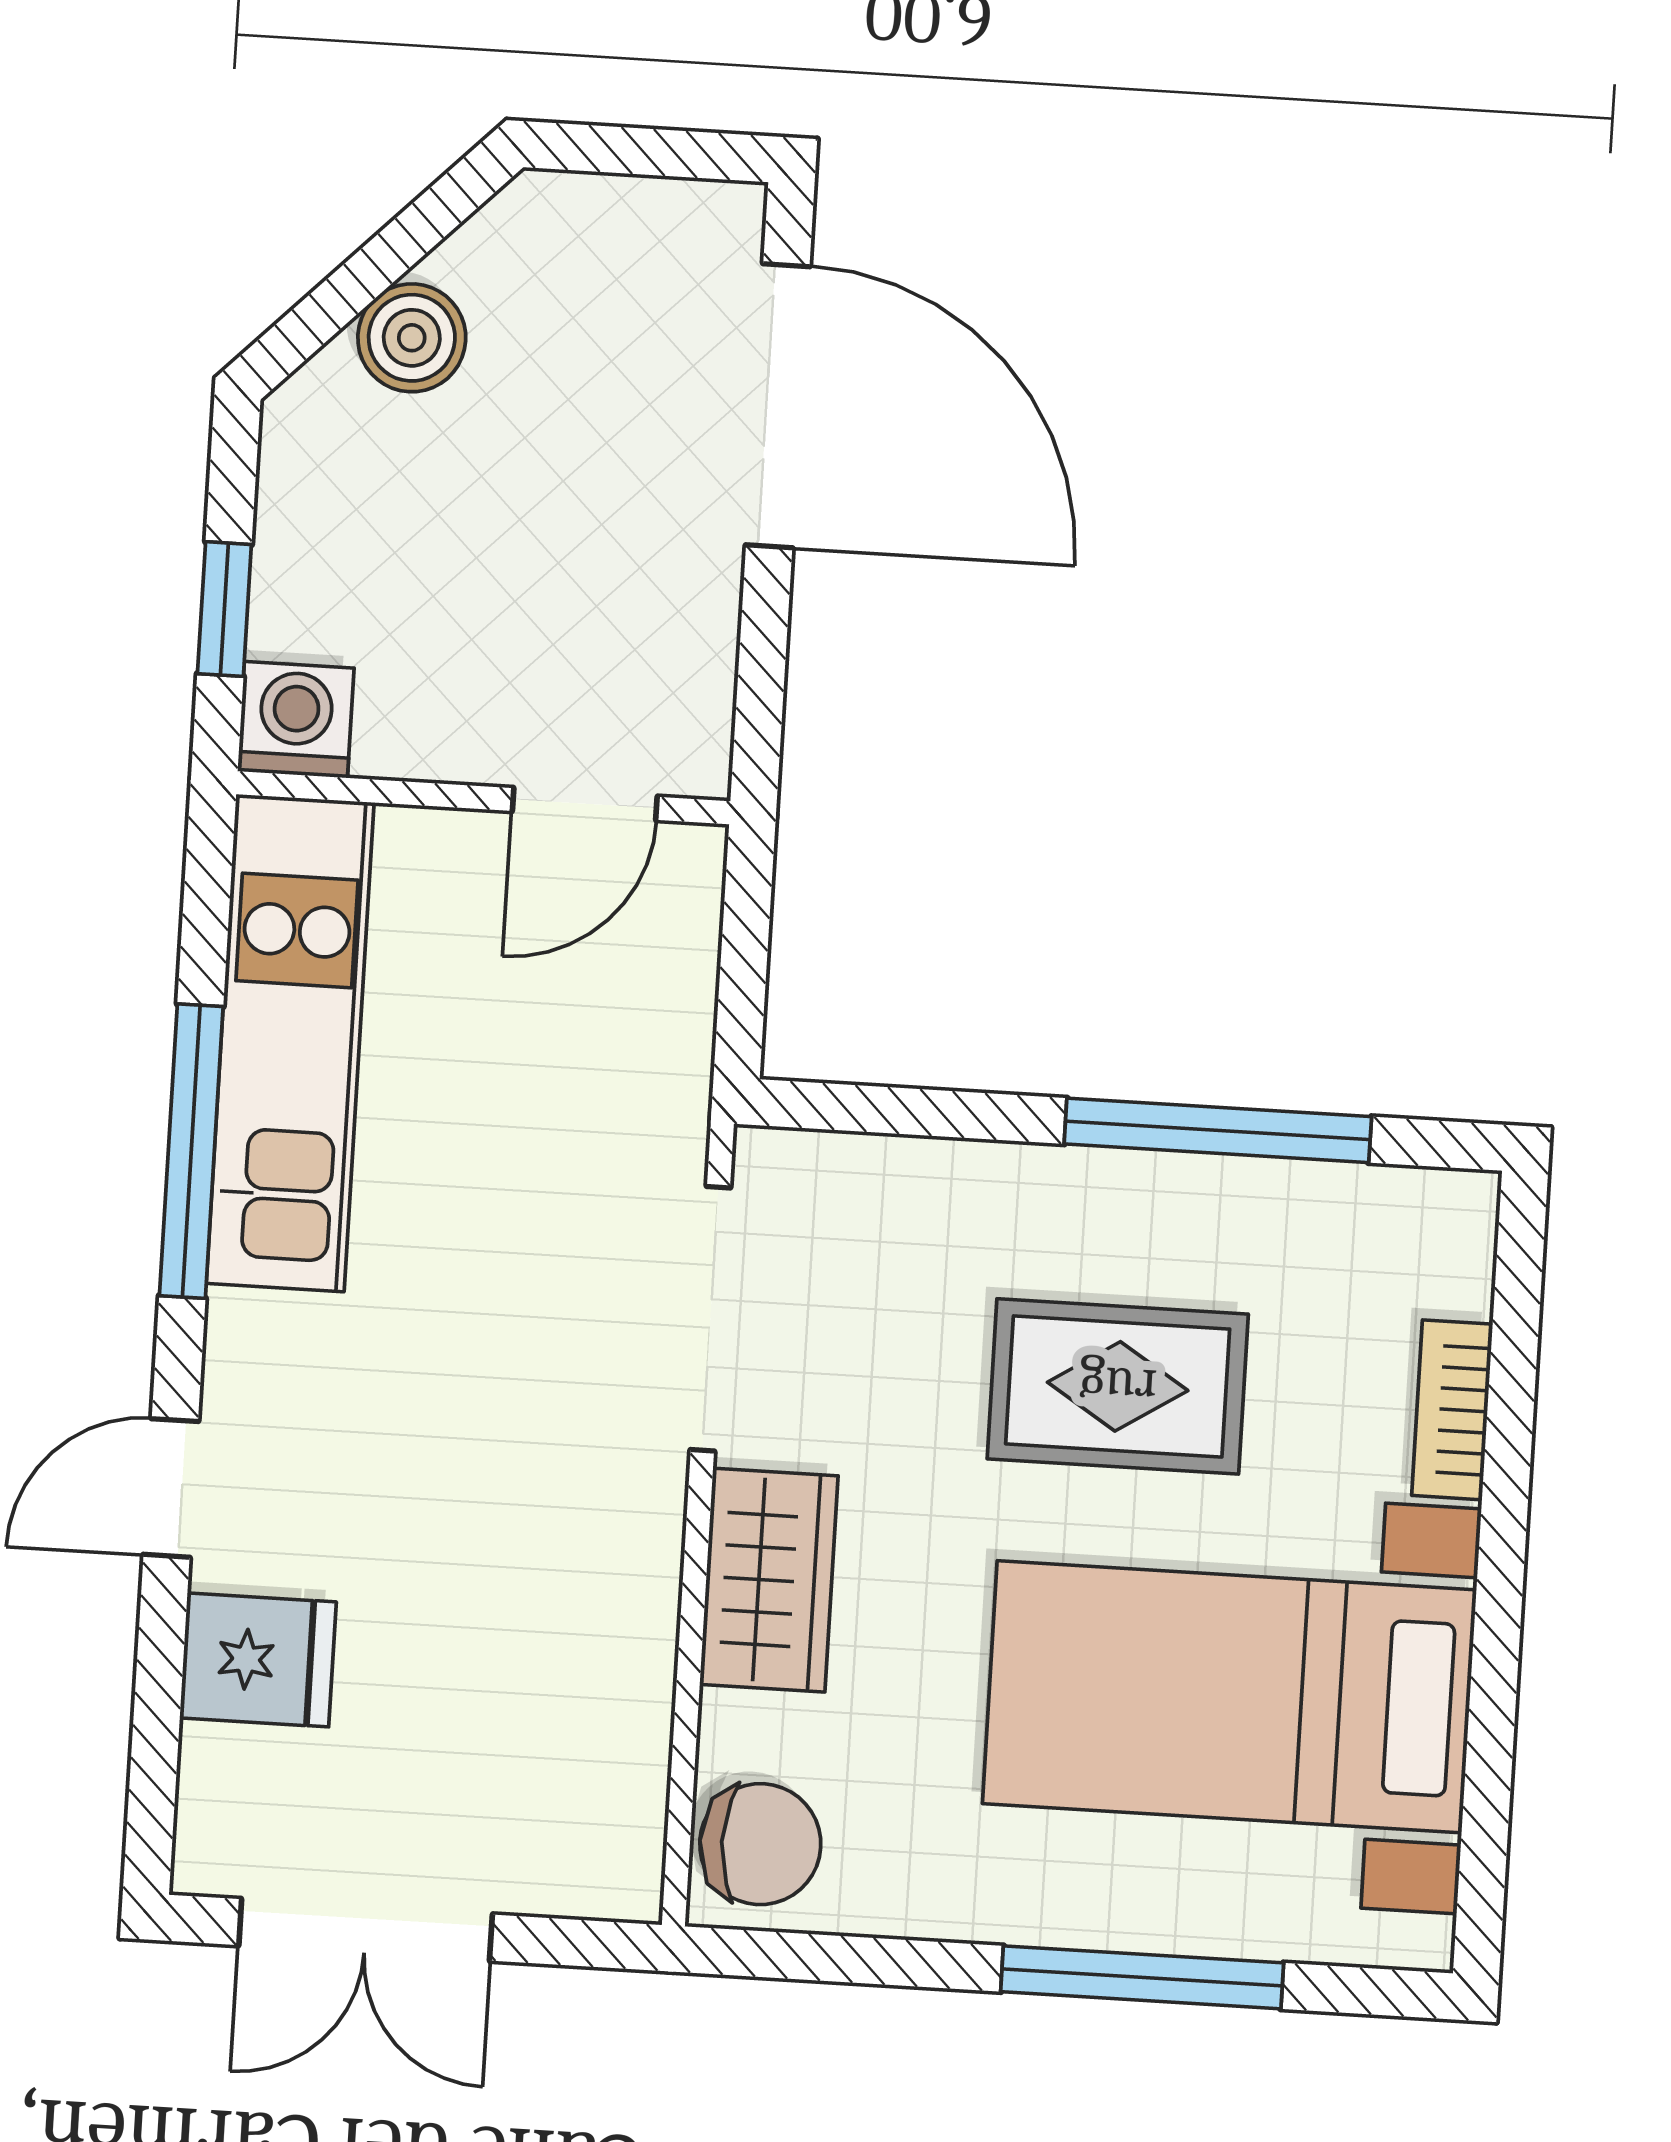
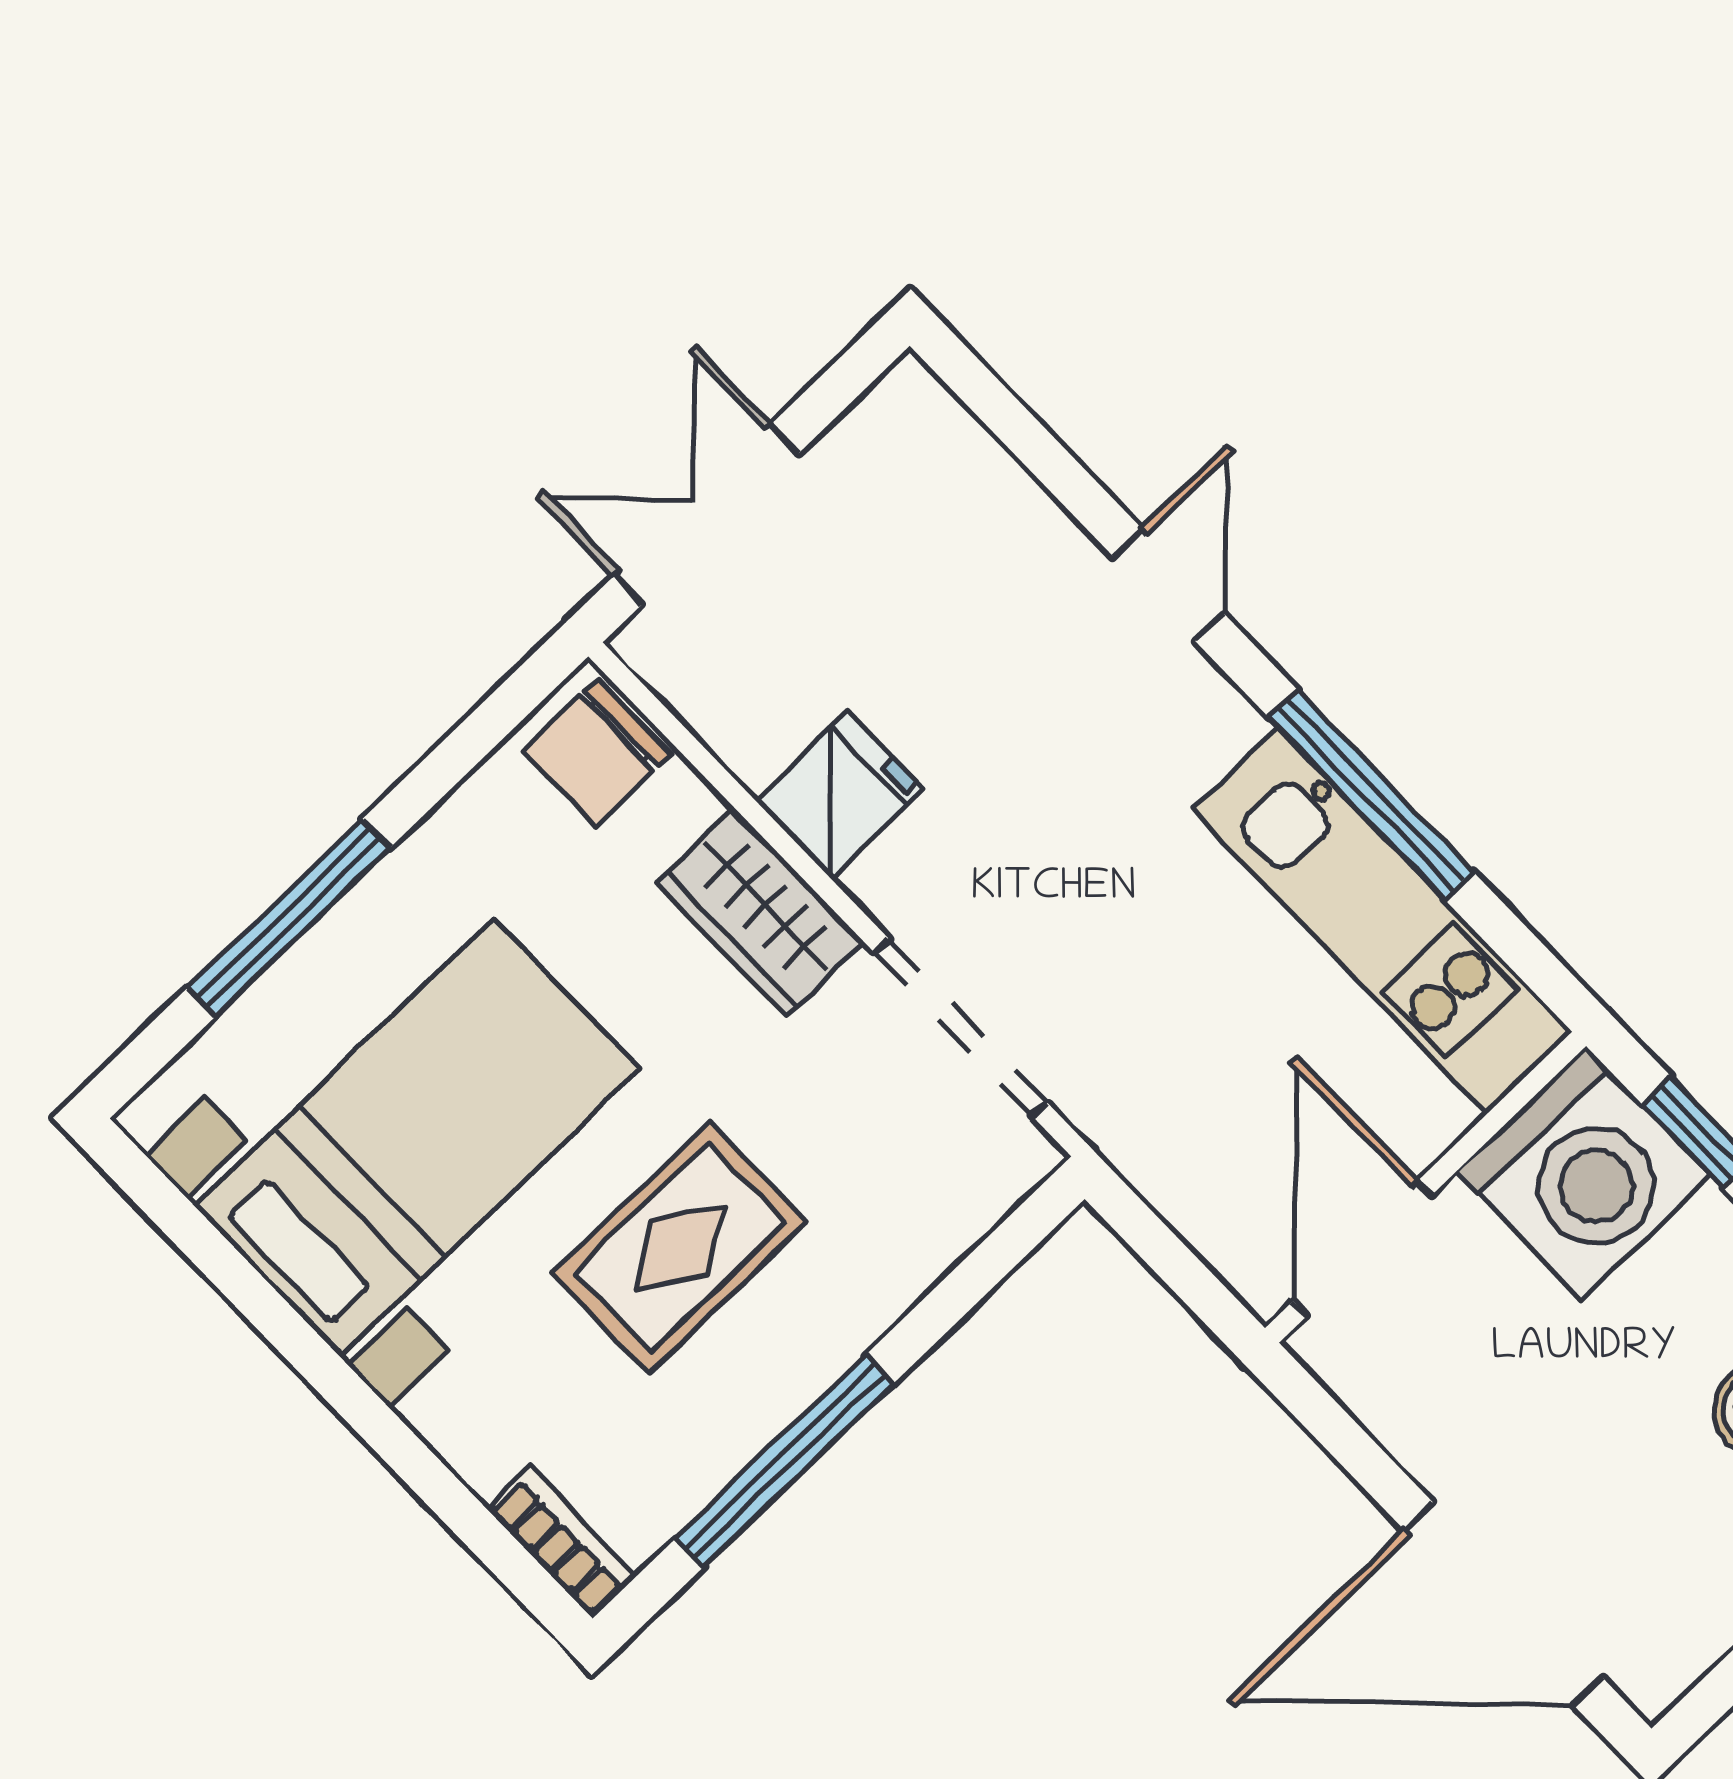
washing machine: (296, 720) -> (1584, 1173), width x1.89, depth x1.89
door: (585, 804) -> (1362, 1248), width x1.38
bookcase: (1452, 1410) -> (562, 1543), moved
fridge: (258, 1660) -> (840, 795), moved, turned 180
double door: (366, 1930) -> (706, 515), moved

